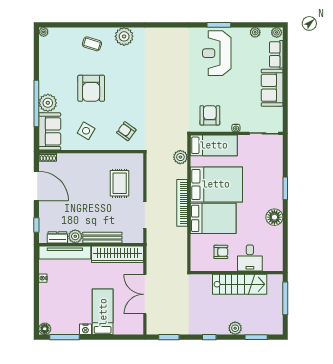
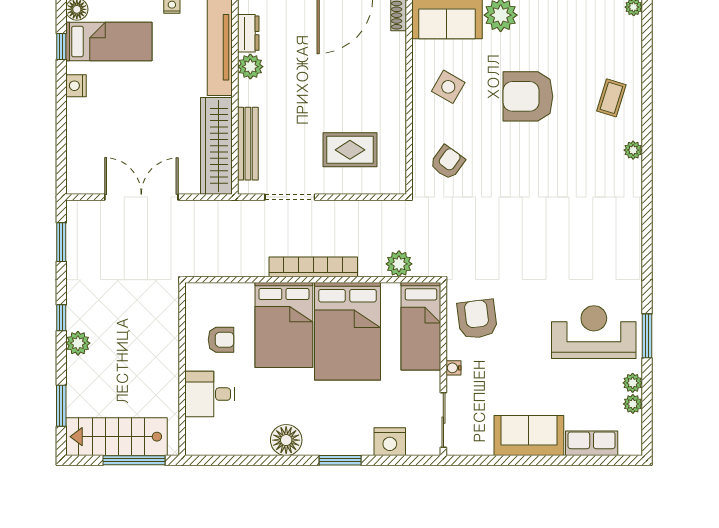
plant: (277, 32) -> (633, 383), moved
plant: (124, 36) -> (633, 150), width x0.53, depth x0.53
armchair: (210, 115) -> (477, 319), turned -97
nightstand: (275, 162) -> (390, 442), added
bench: (102, 238) -> (248, 144), moved
armchair: (221, 252) -> (221, 340), turned -90
stairs: (240, 284) -> (116, 437), moved, turned 90
bed: (103, 312) -> (109, 42), moved
plant: (235, 328) -> (78, 343), moved
window: (65, 337) -> (61, 46), width x0.46

